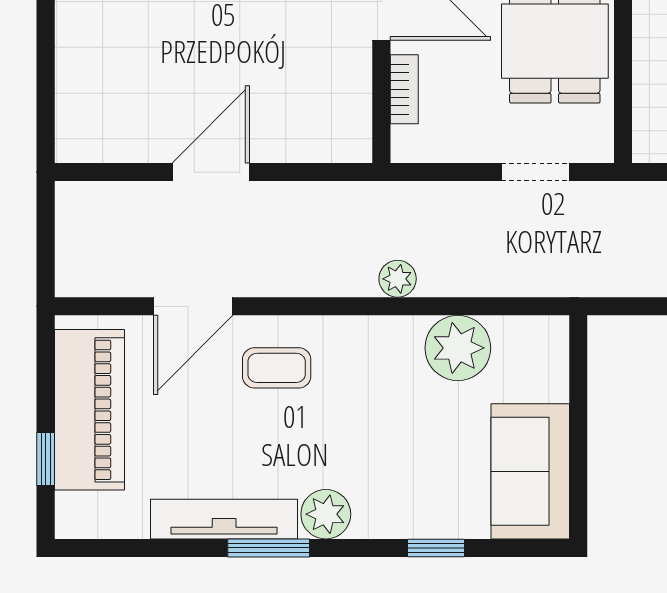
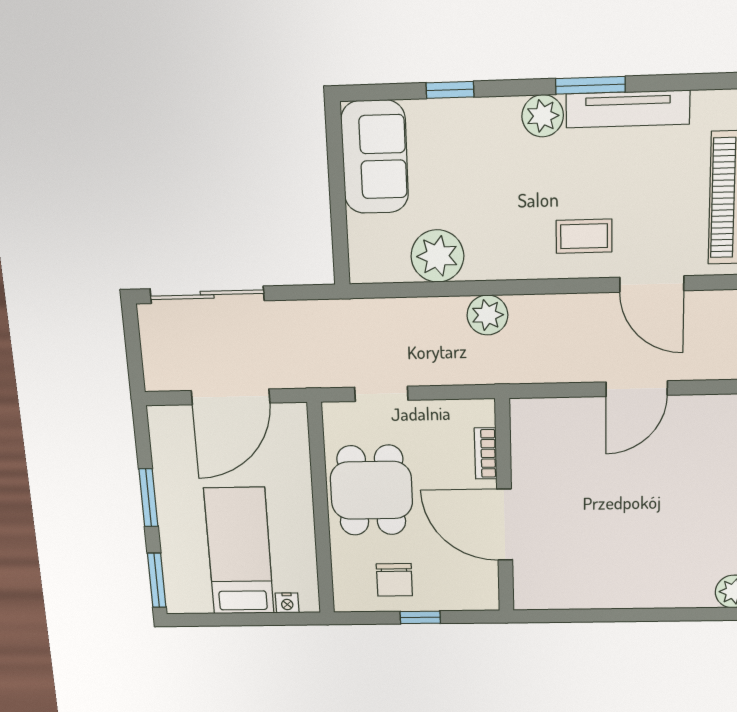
plant: (398, 279) -> (487, 315), width x1.38, depth x1.38
door: (193, 306) -> (652, 284), swing flipped

